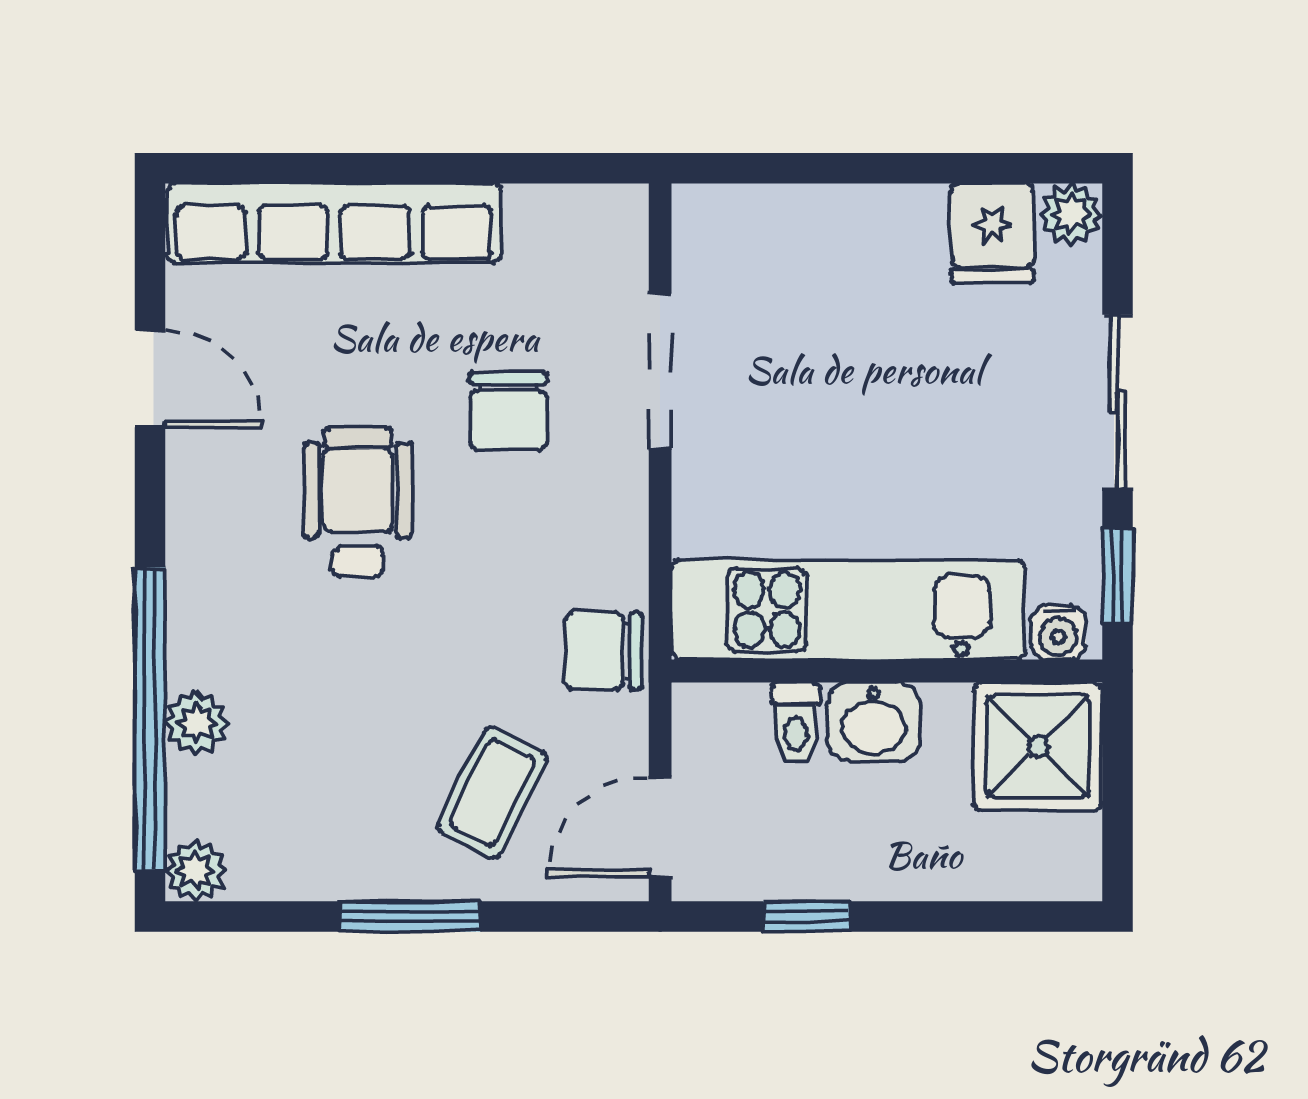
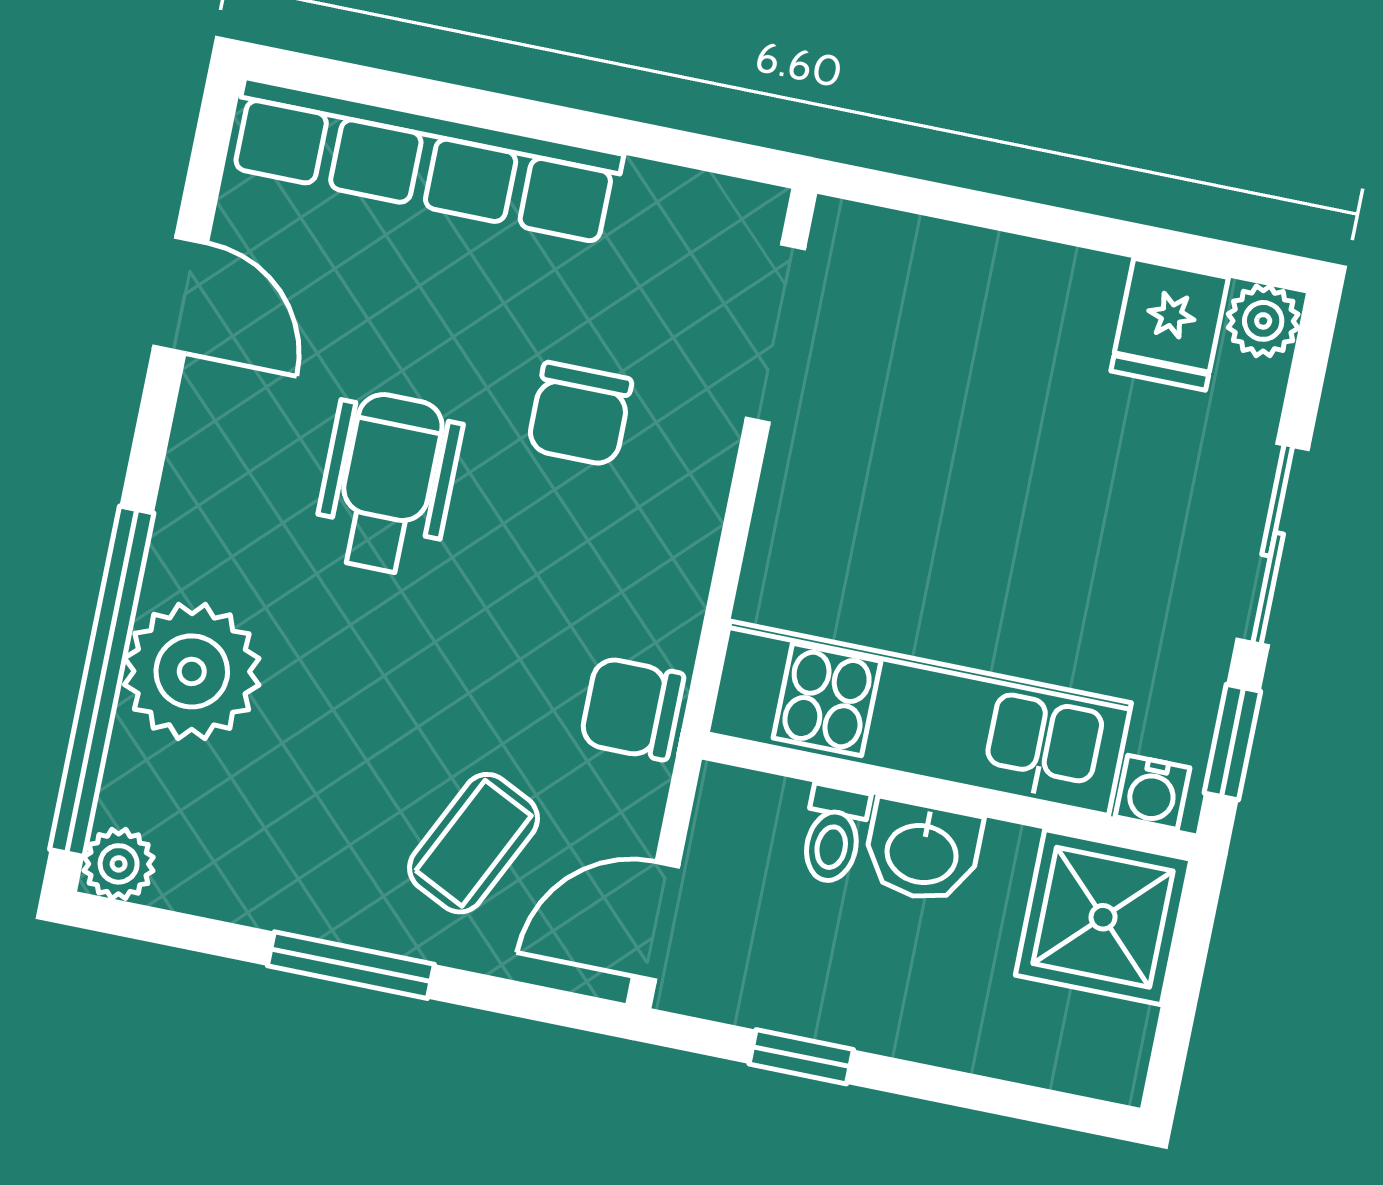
doorway: (660, 371) -> (775, 334), moved
plant: (197, 723) -> (192, 671), width x1.87, depth x1.87

